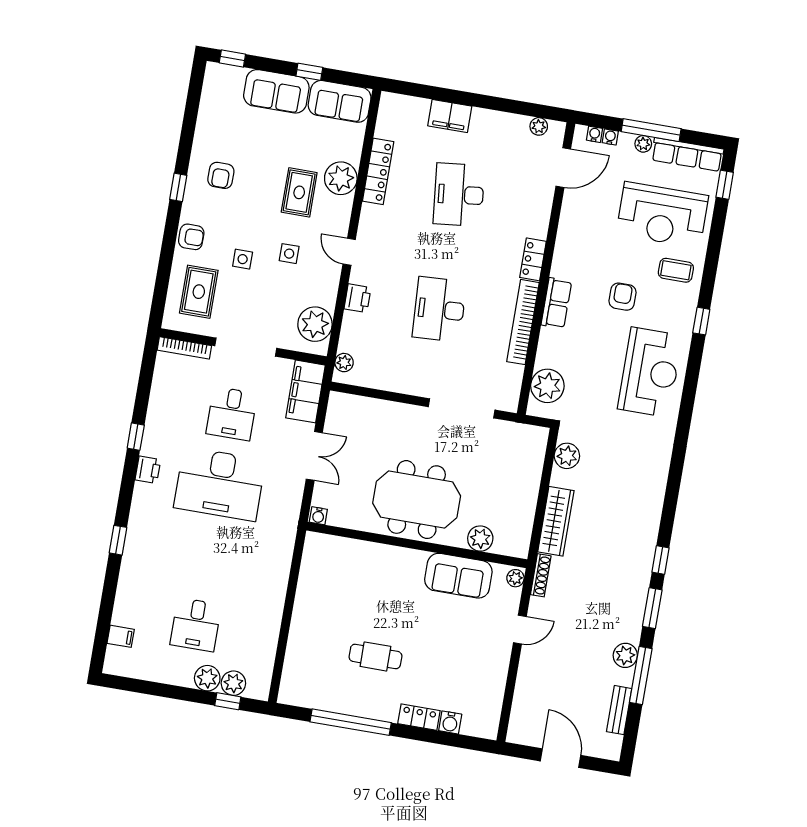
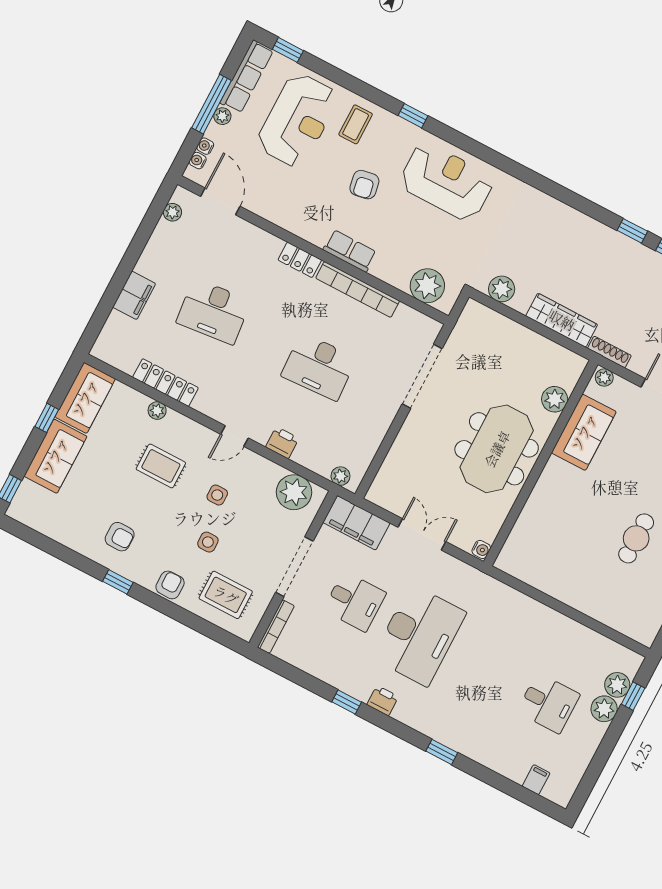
plant: (341, 178) -> (157, 411), width x0.53, depth x0.53
armchair: (622, 297) -> (364, 185), turned -100

